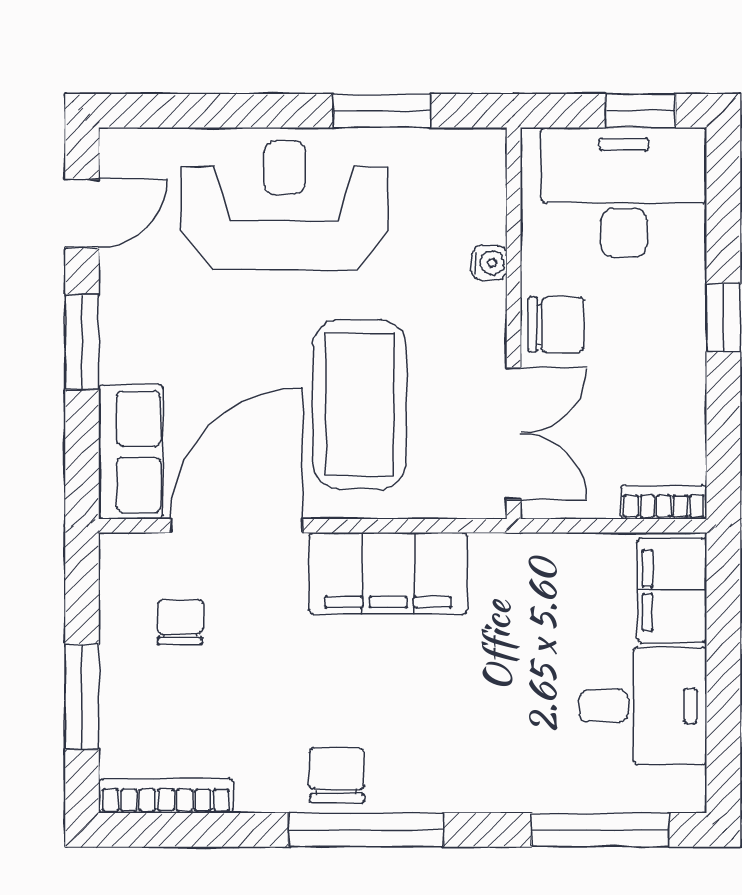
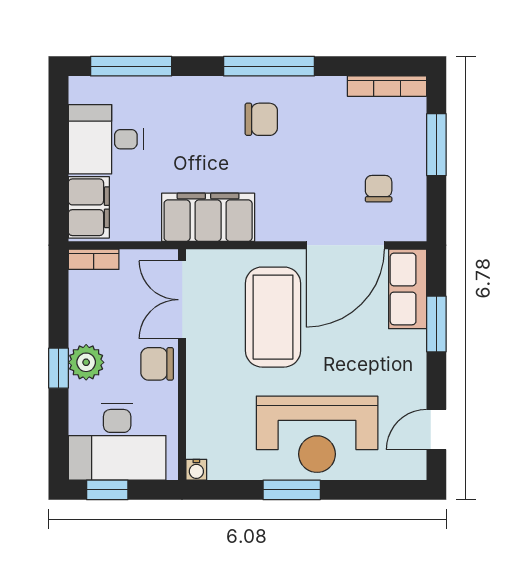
window: (382, 111) -> (292, 490), moved
water cooler: (489, 263) -> (196, 470), moved, turned -90
plant: (676, 327) -> (86, 362), added
window: (82, 342) -> (436, 324), moved
filing cabinet: (388, 573) -> (208, 217), moved
chair: (180, 622) -> (379, 189), turned 180
chair: (337, 775) -> (261, 119), moved, turned -90

